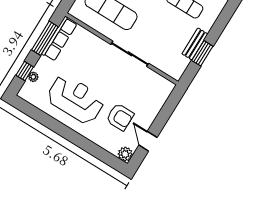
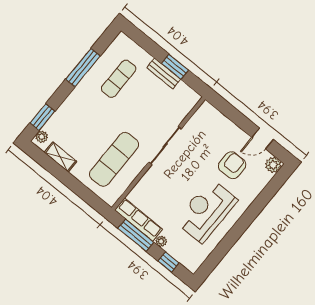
plant: (33, 77) -> (161, 241), moved

